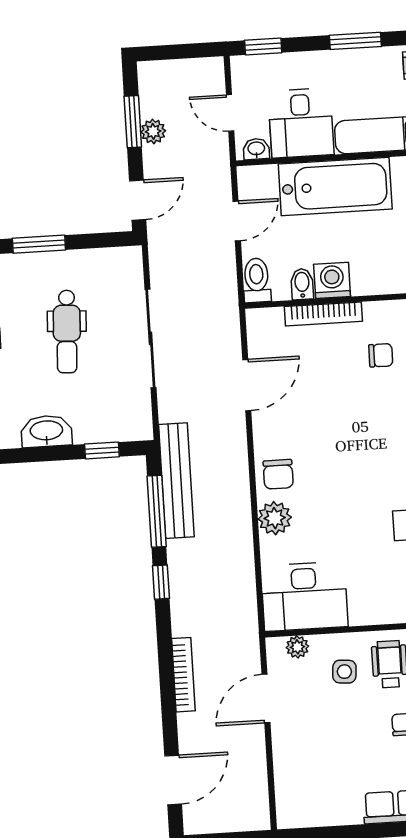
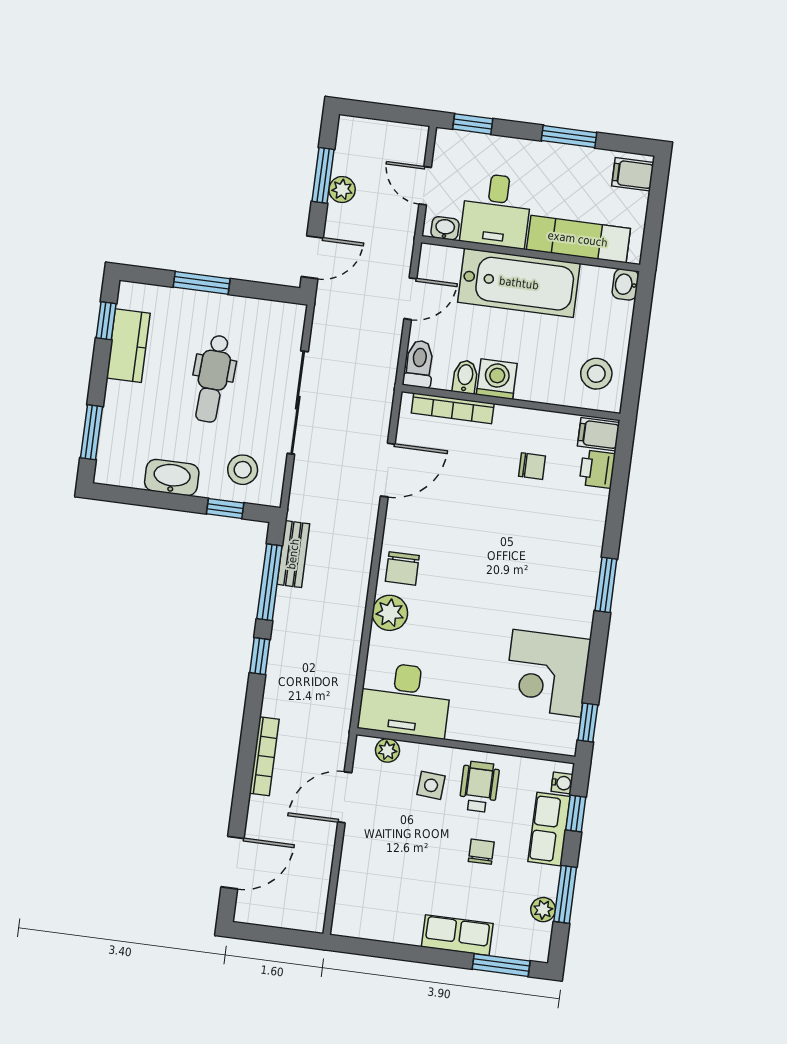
bookcase: (323, 314) -> (453, 408), moved
stool: (111, 411) -> (243, 470), added
bench: (176, 481) -> (293, 554), width x0.54, depth x0.82

